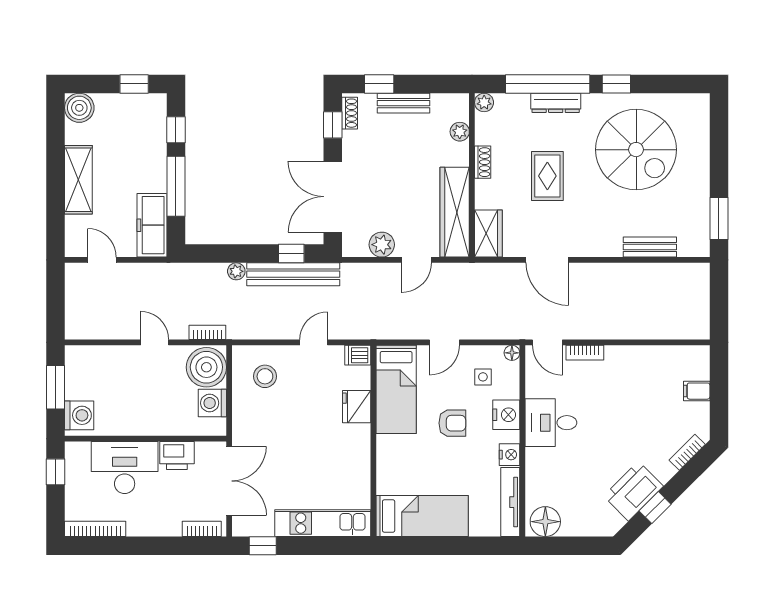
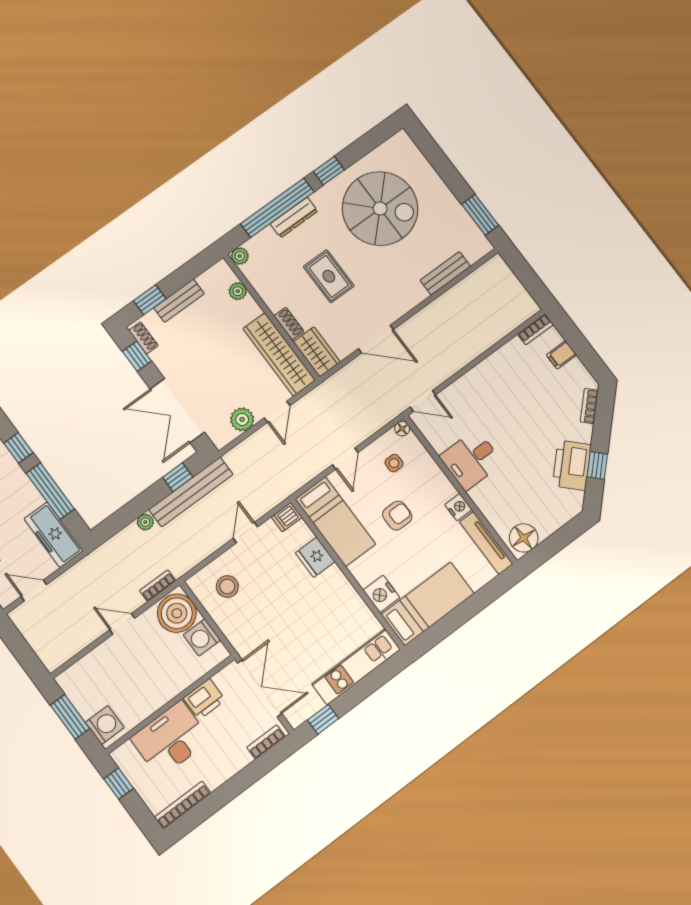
shoe rack: (483, 162) -> (289, 324), moved
bookcase: (585, 353) -> (535, 329), moved
nightstand: (506, 415) -> (381, 594), moved, turned 180

